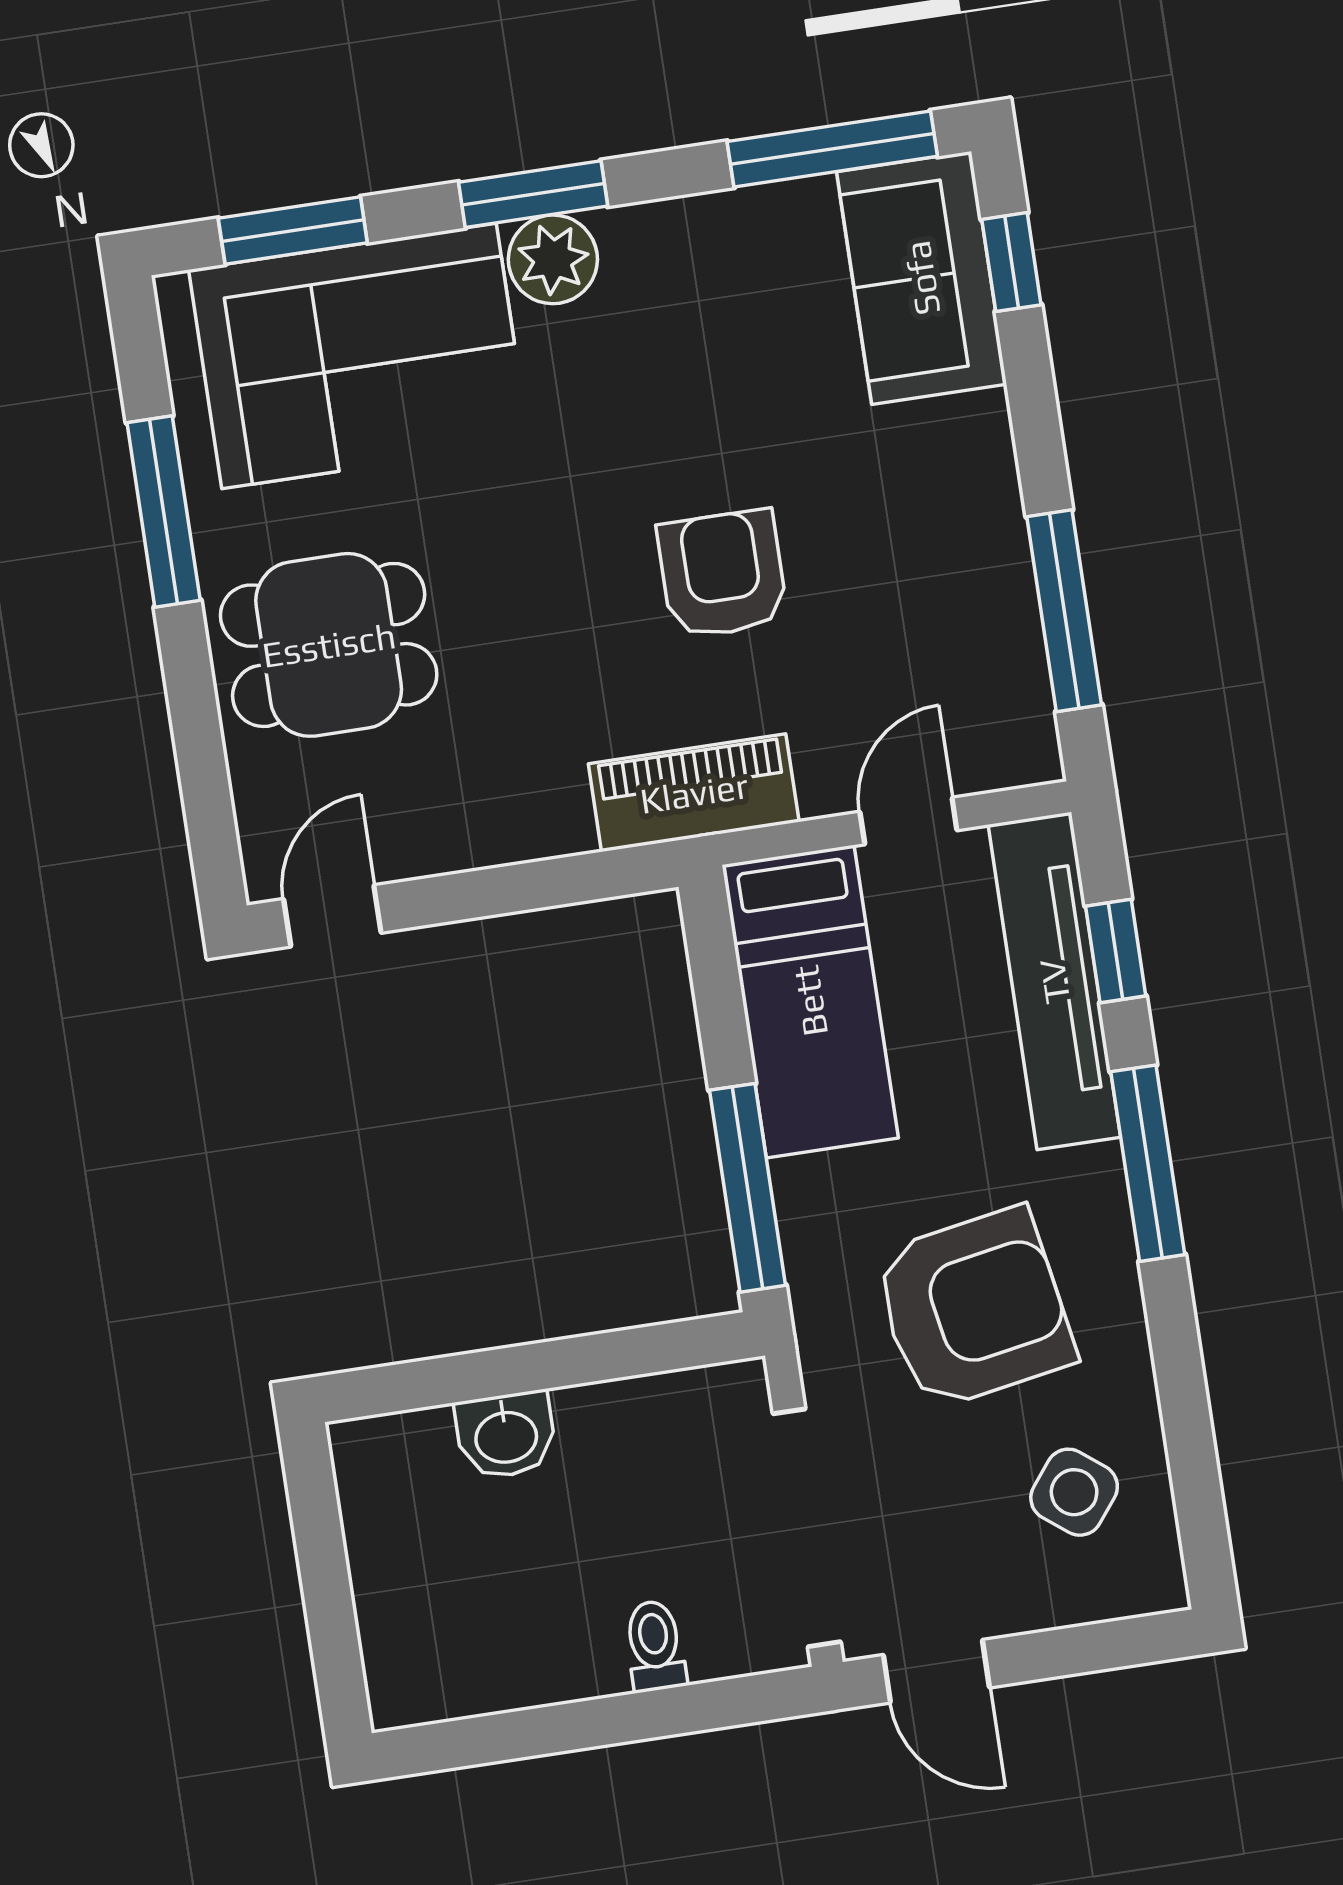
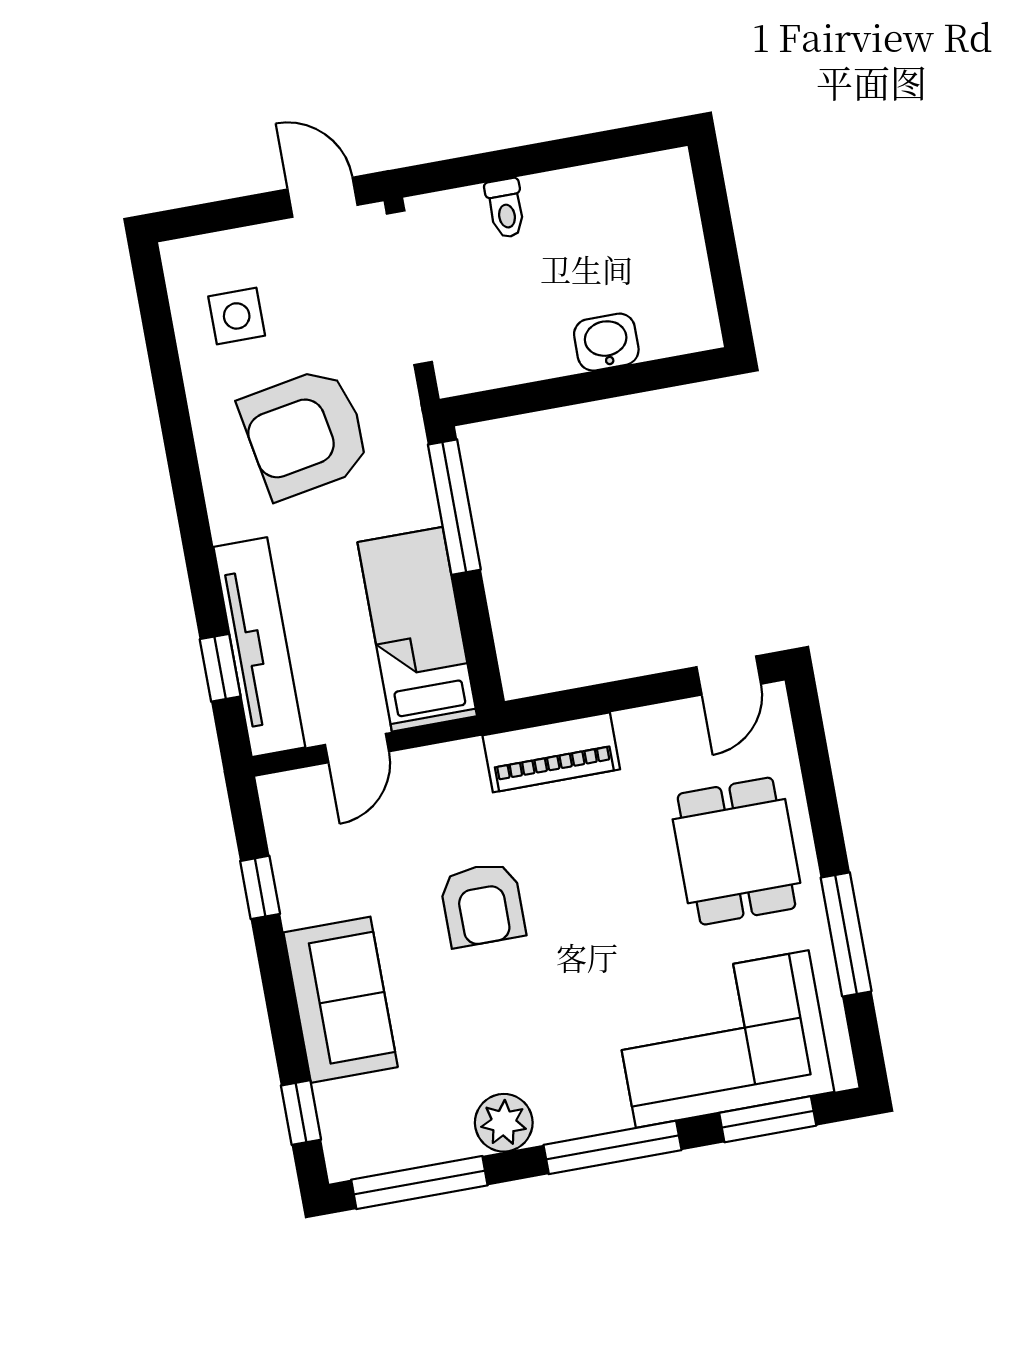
window: (533, 194) -> (613, 1147), width x1.44
plant: (553, 259) -> (504, 1123), moved
sofa: (922, 278) -> (341, 1000), moved
window: (1064, 611) -> (260, 887), width x0.46
dining table: (329, 645) -> (736, 851), turned 90
piano: (694, 793) -> (551, 752), moved
window: (1148, 1163) -> (195, 531), removed
side table: (1074, 1492) -> (237, 316), turned -38

